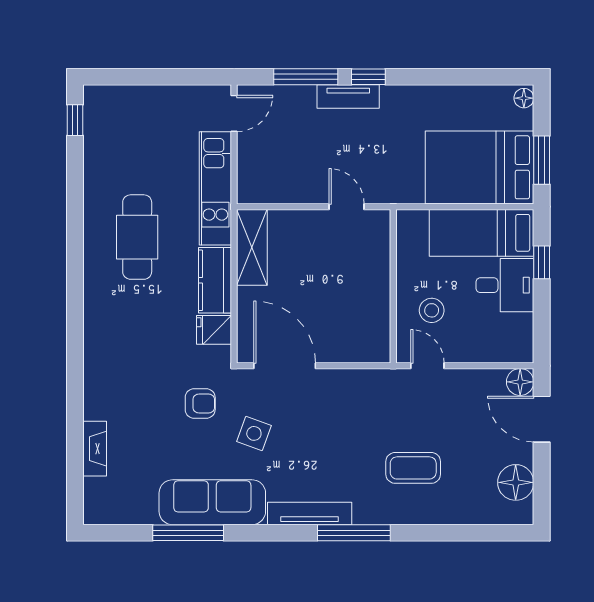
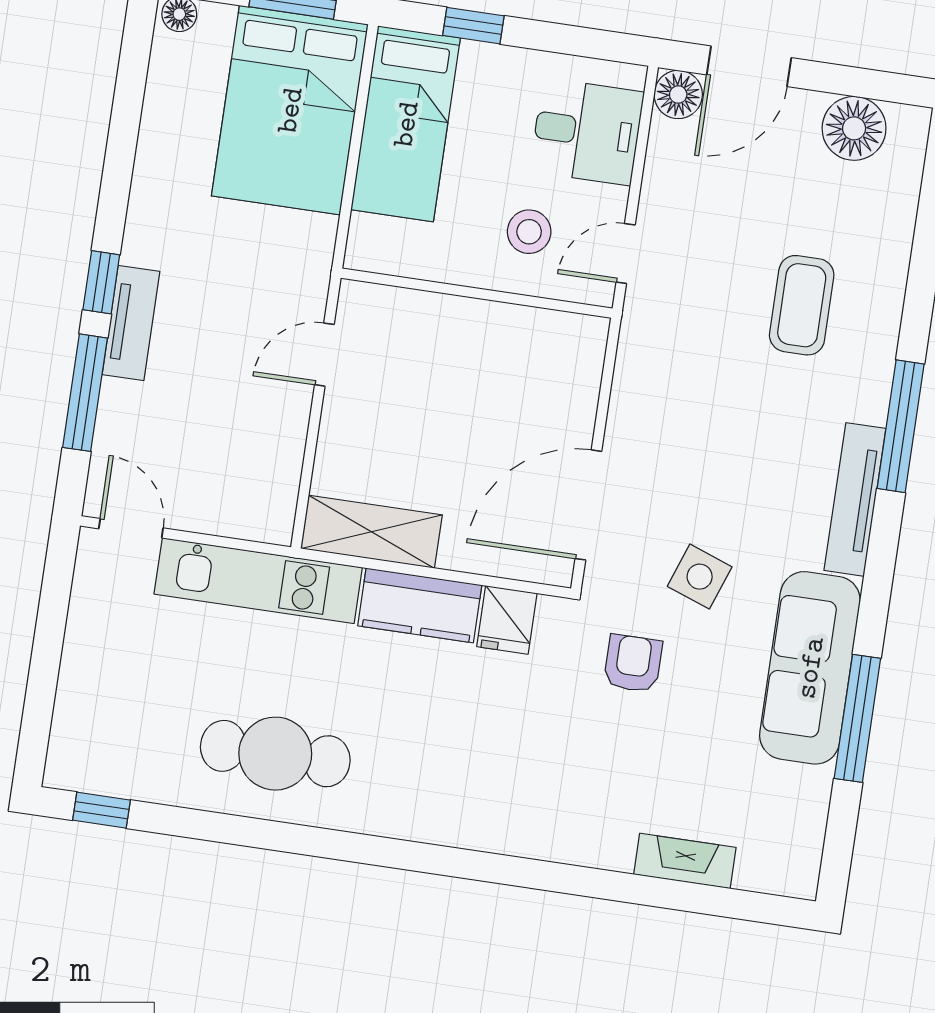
cafe table: (137, 237) -> (275, 754), moved
desk: (505, 285) -> (587, 132), moved, turned 90

